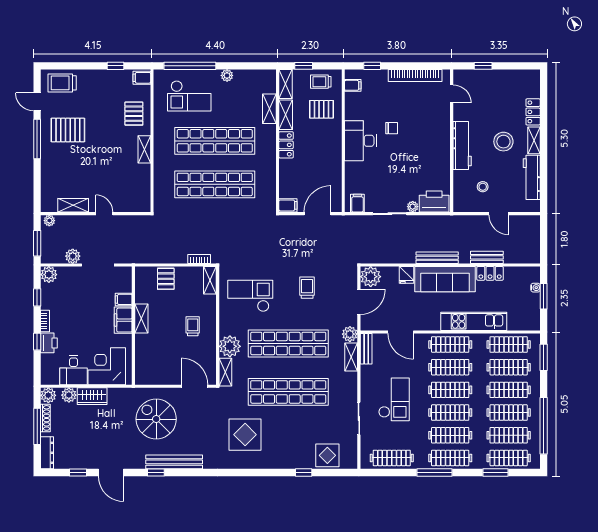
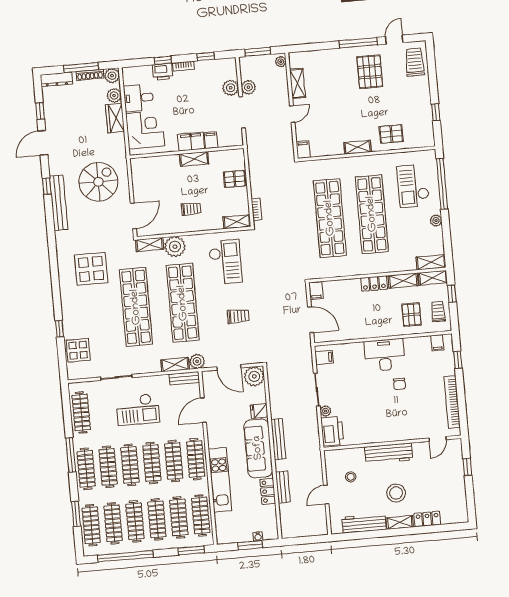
filing cabinet: (142, 78) -> (303, 150), moved
shelving: (269, 109) -> (431, 262), moved
plant: (49, 275) -> (231, 88), moved

